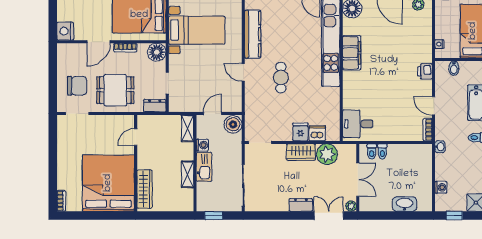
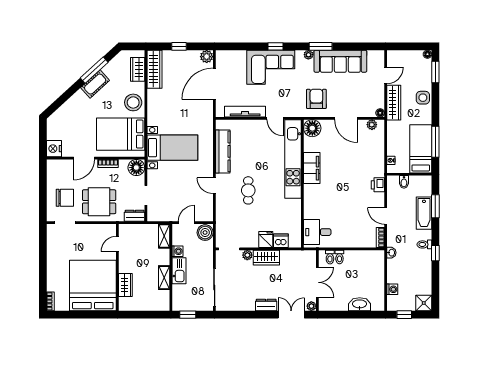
plant: (327, 154) -> (247, 255), moved, width x0.53, depth x0.53
wardrobe: (144, 189) -> (125, 285), width x0.67

